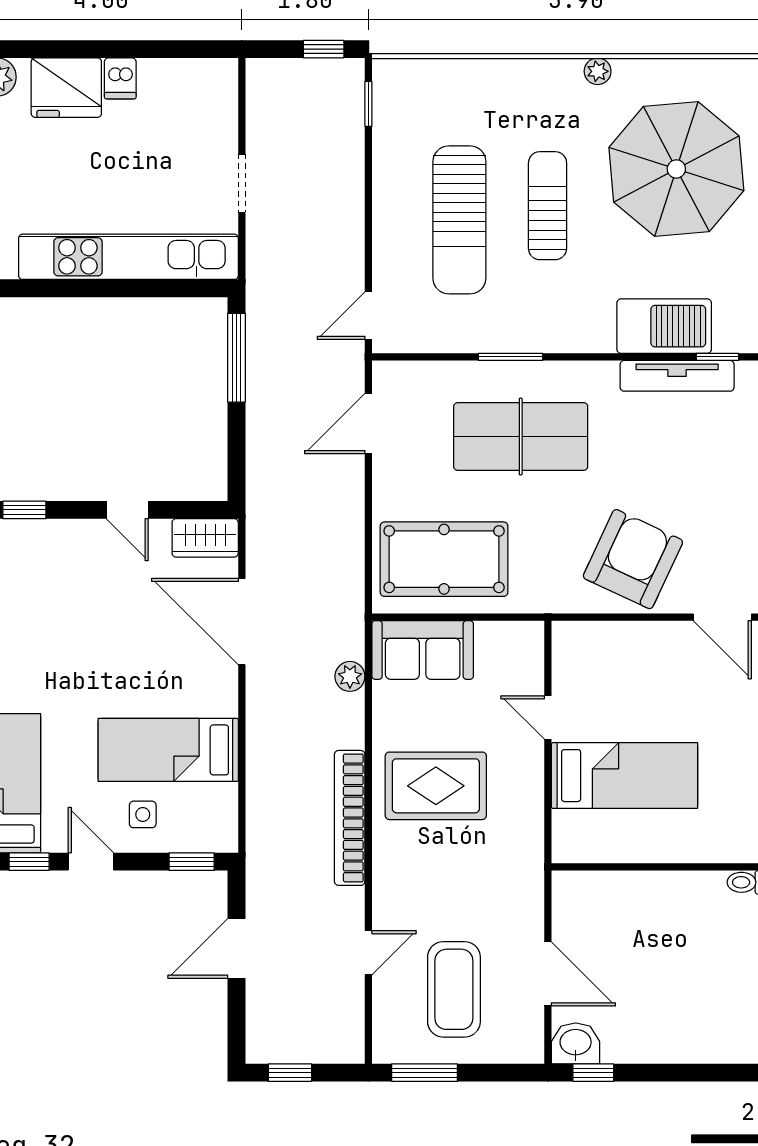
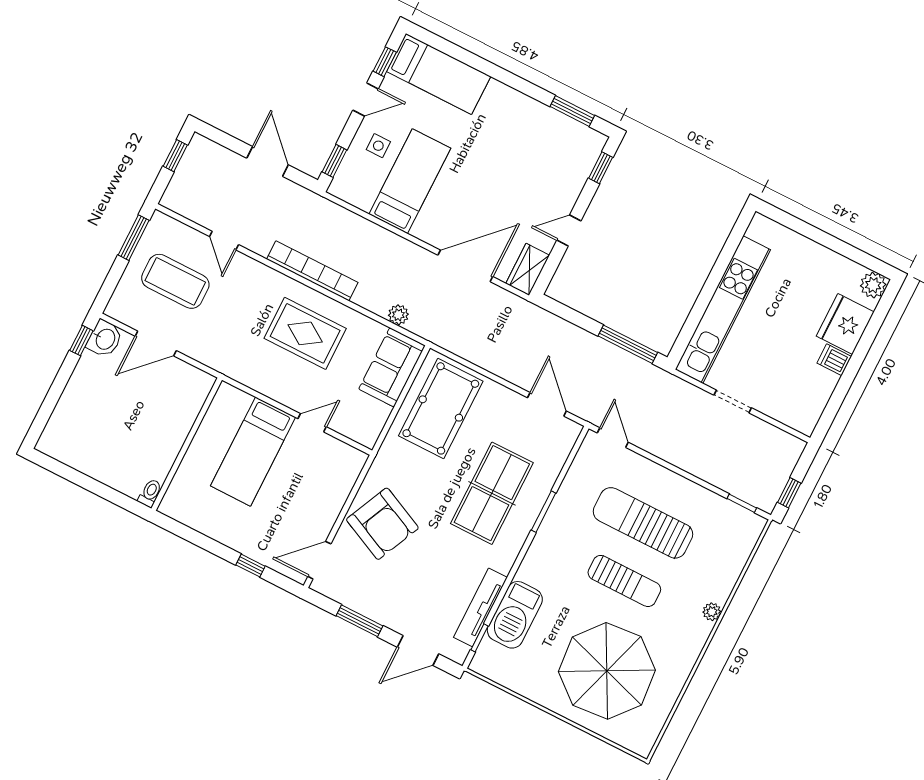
plant: (598, 71) -> (712, 612), moved
rug: (436, 786) -> (305, 333), turned 90

